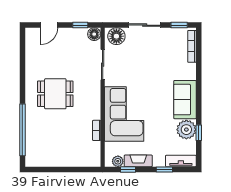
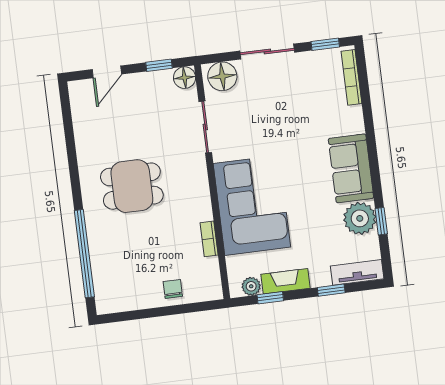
chair: (72, 157) -> (173, 289), added

